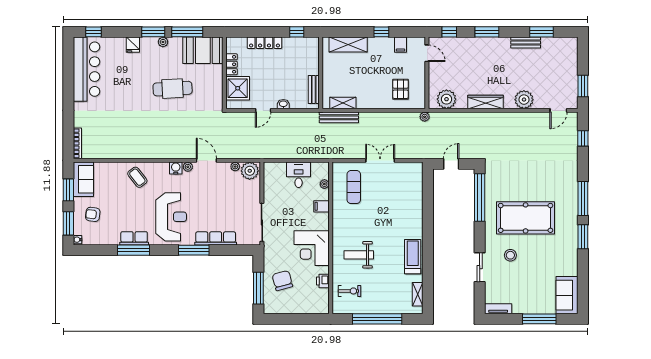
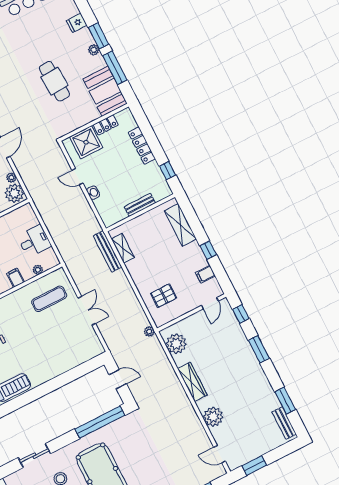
bench: (526, 42) -> (284, 423), moved
bench: (314, 89) -> (140, 205), moved

